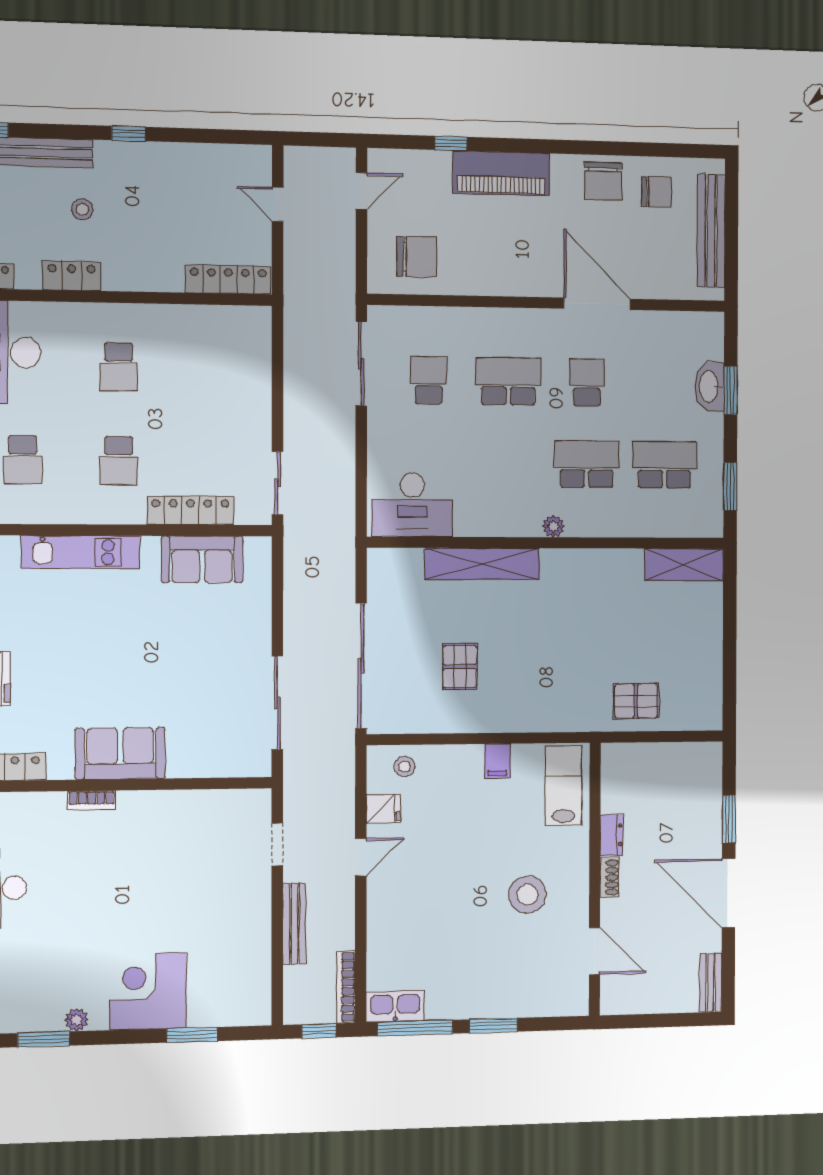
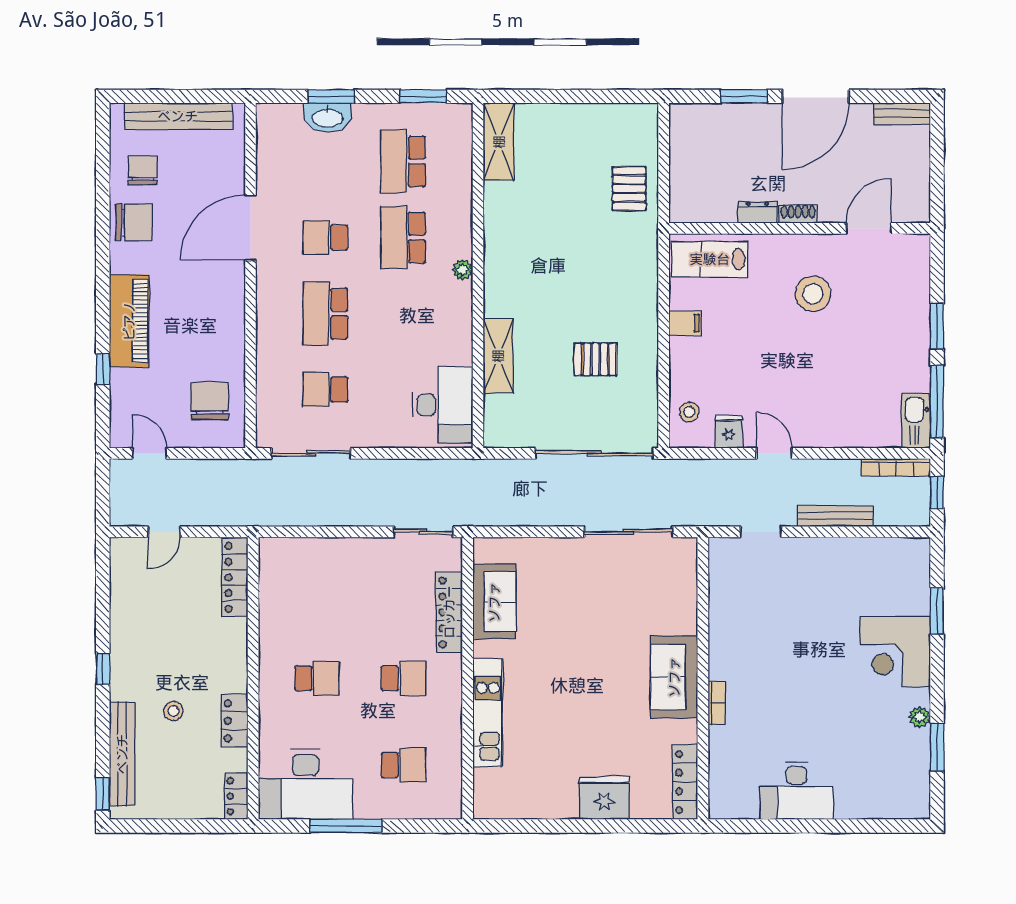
shelving: (482, 564) -> (498, 356), width x0.68

